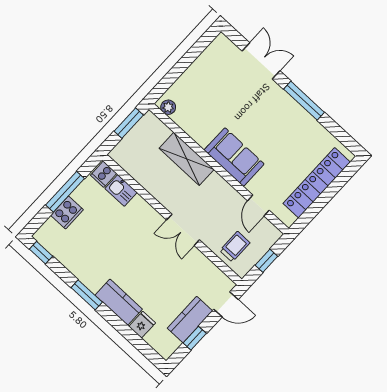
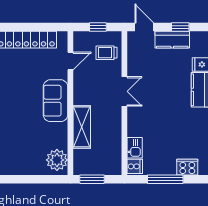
plant: (168, 107) -> (57, 160), width x1.88, depth x1.88
cooker: (67, 212) -> (187, 167), moved

